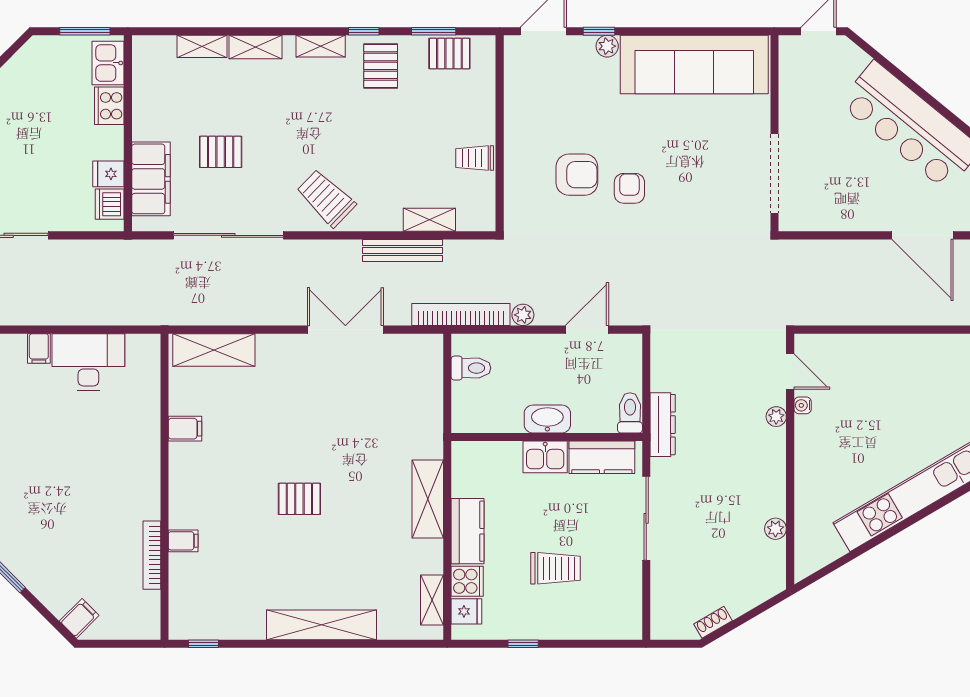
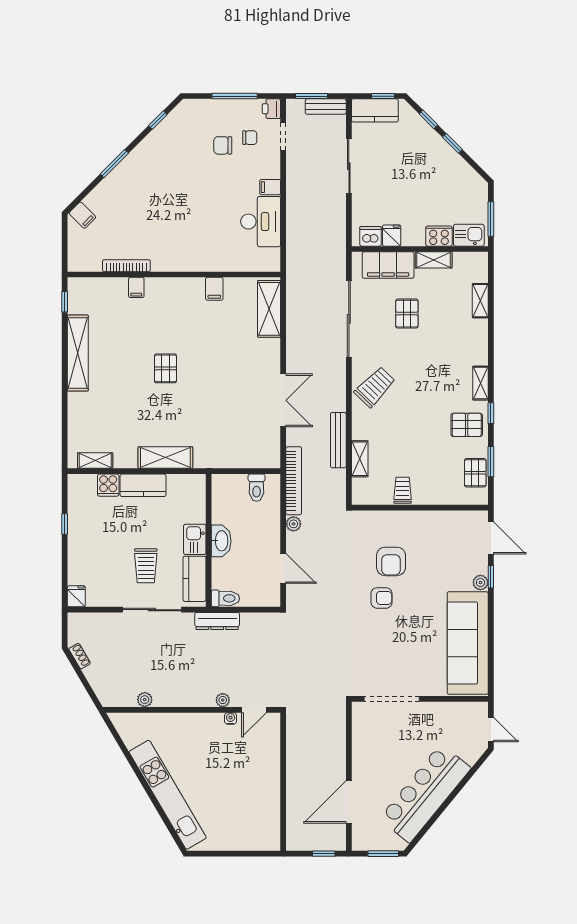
shelving: (255, 47) -> (434, 260), moved, turned 90
trolley: (556, 568) -> (146, 566), moved
fridge: (466, 611) -> (76, 596), moved, turned 180
shelving: (321, 625) -> (78, 353), moved

